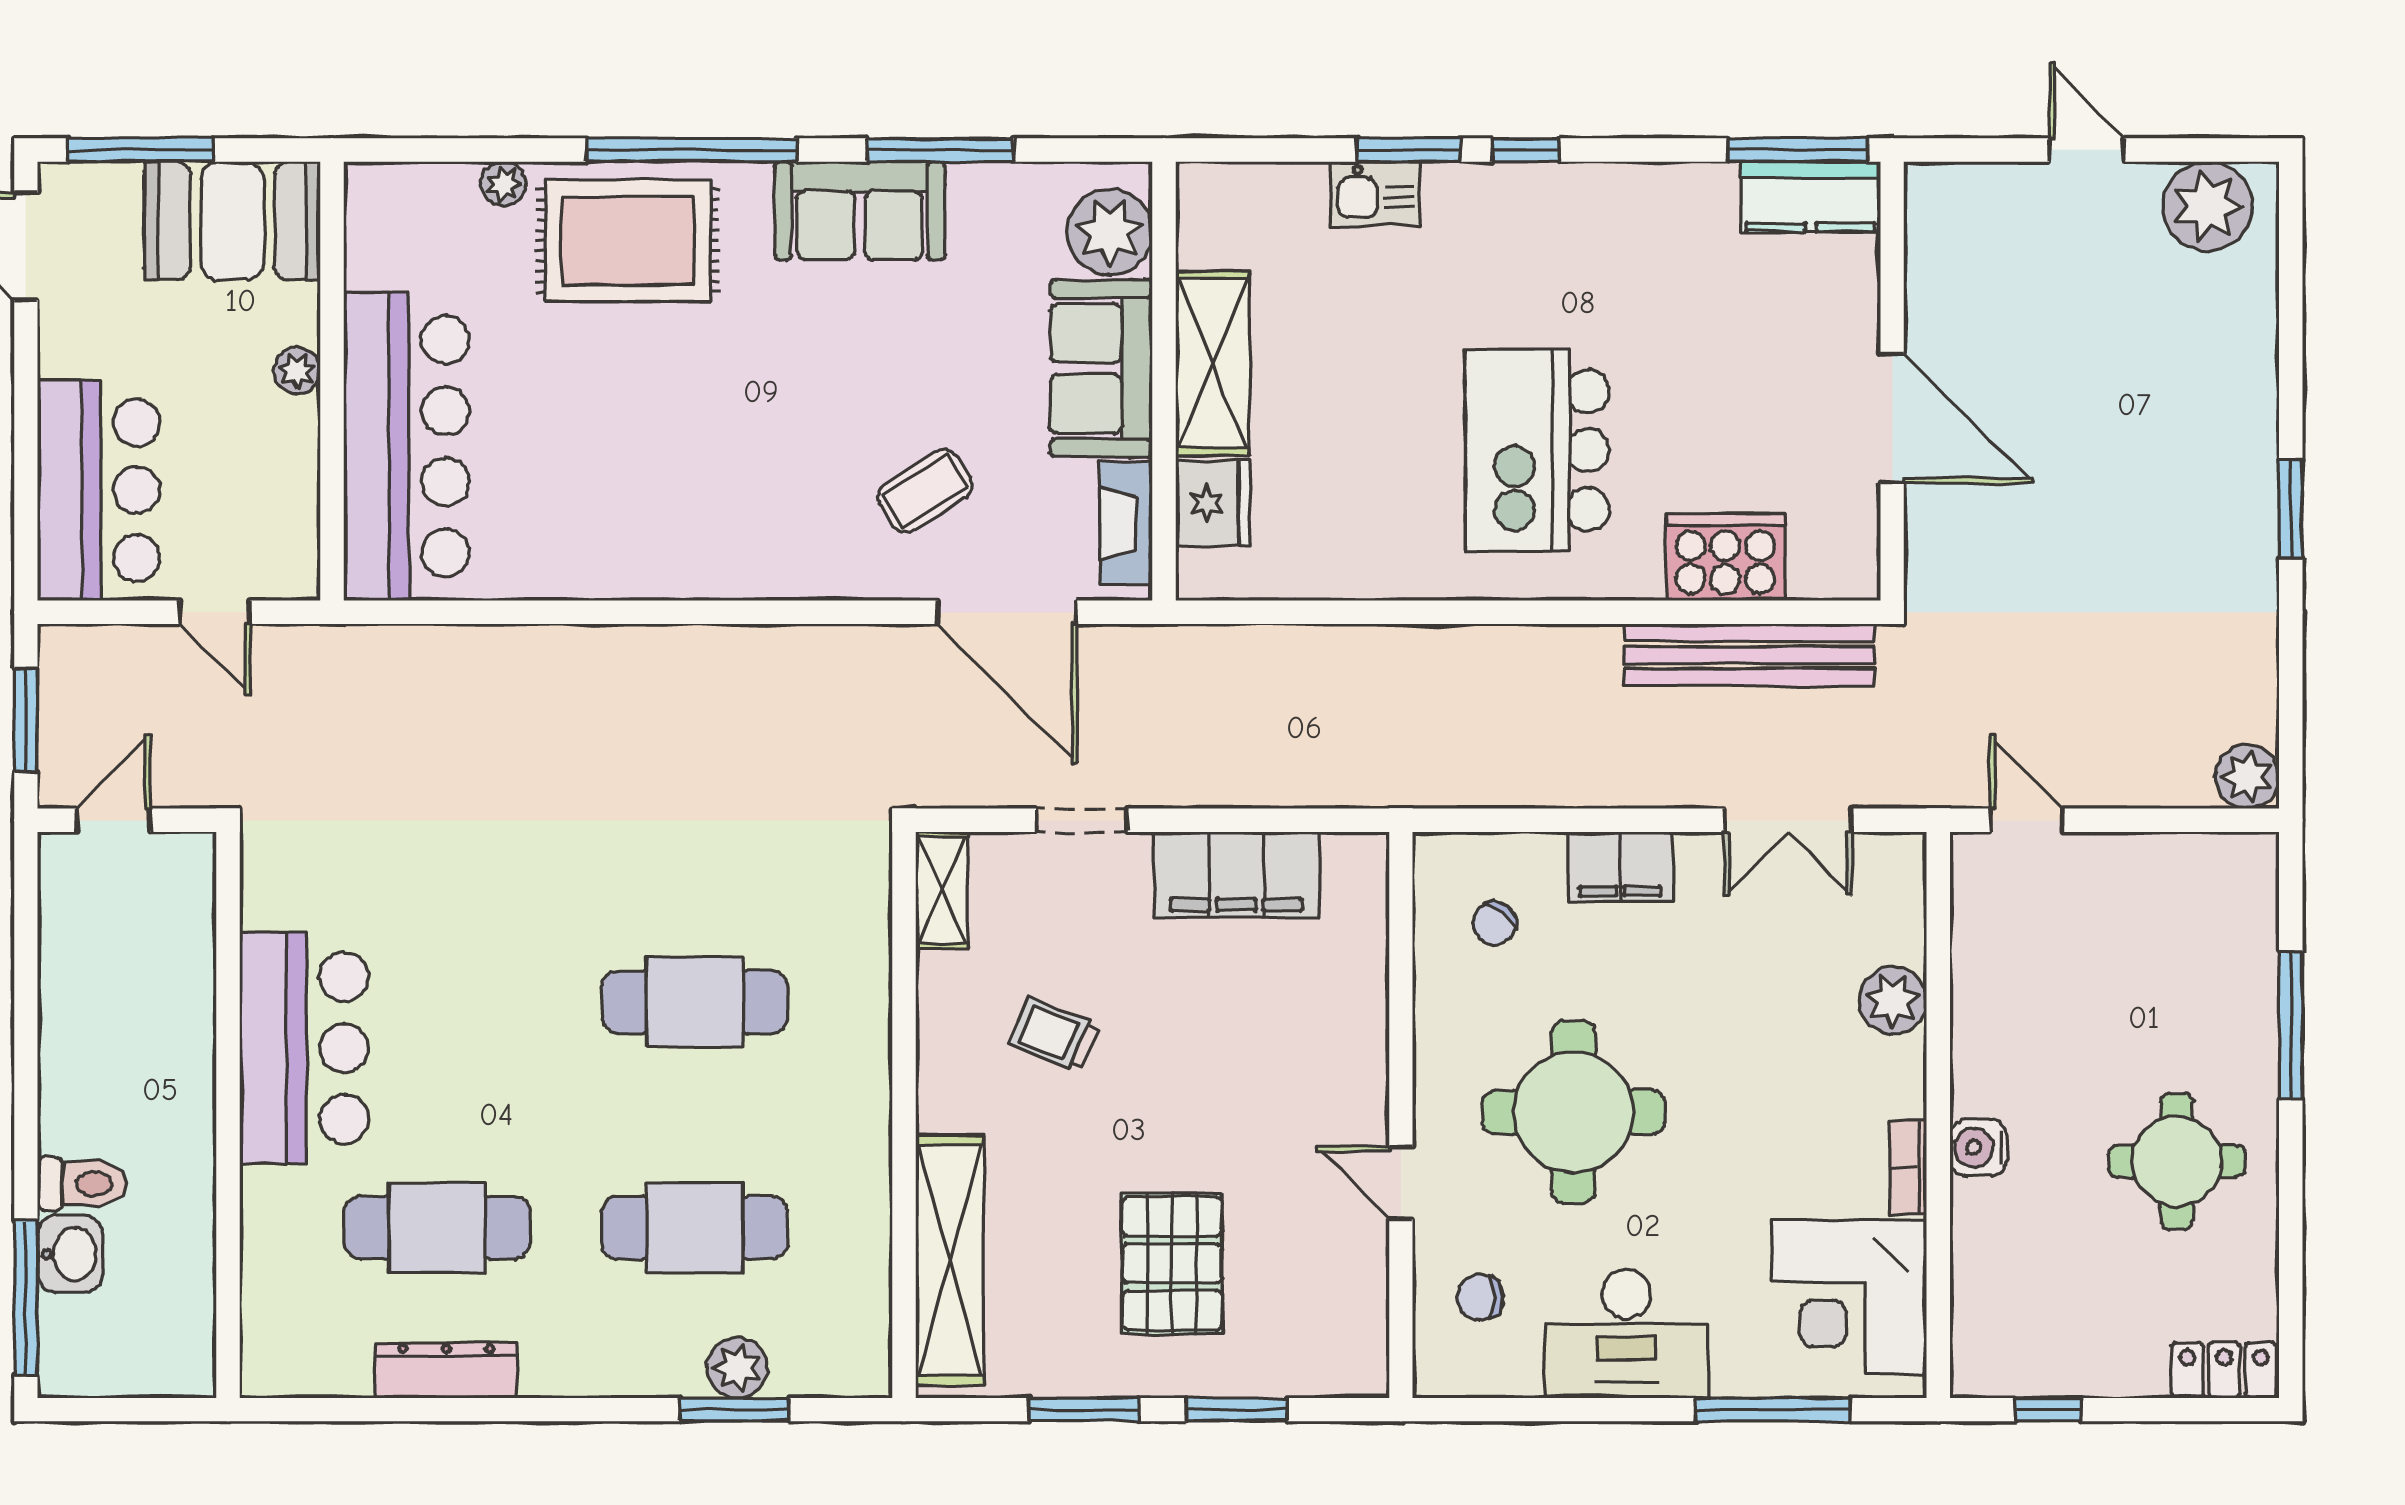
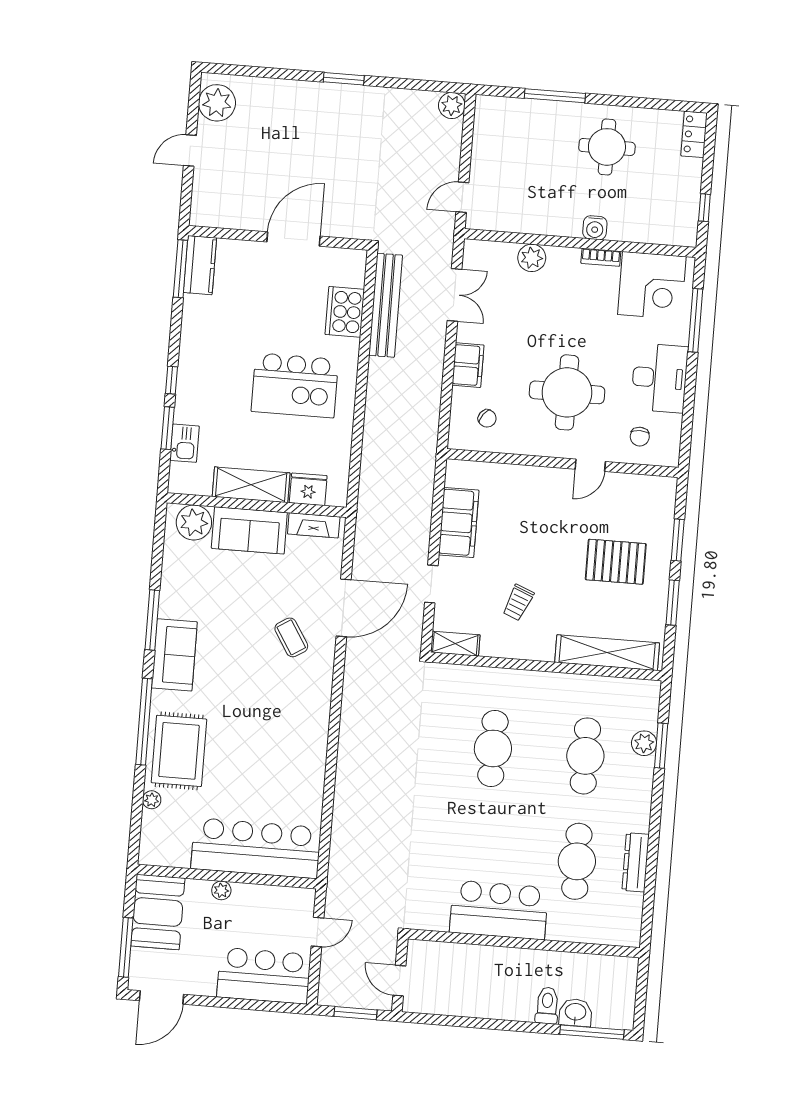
plant: (1110, 232) -> (194, 523), moved
shelving: (1212, 364) -> (251, 485), moved
sofa: (1101, 368) -> (249, 530), moved
wall: (1164, 381) -> (257, 505), moved
fridge: (1213, 503) -> (308, 489), moved
fireplace: (1126, 523) -> (314, 525), moved

